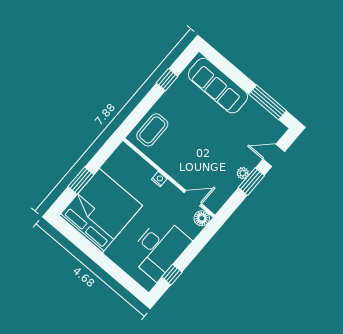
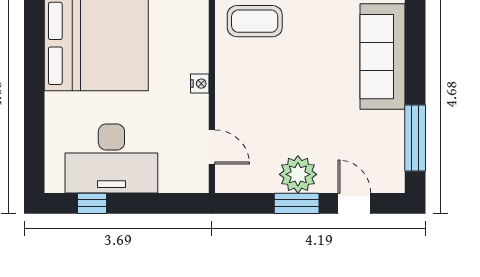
plant: (243, 173) -> (298, 174), width x1.88, depth x1.88
floor lamp: (202, 218) -> (196, 180), removed

